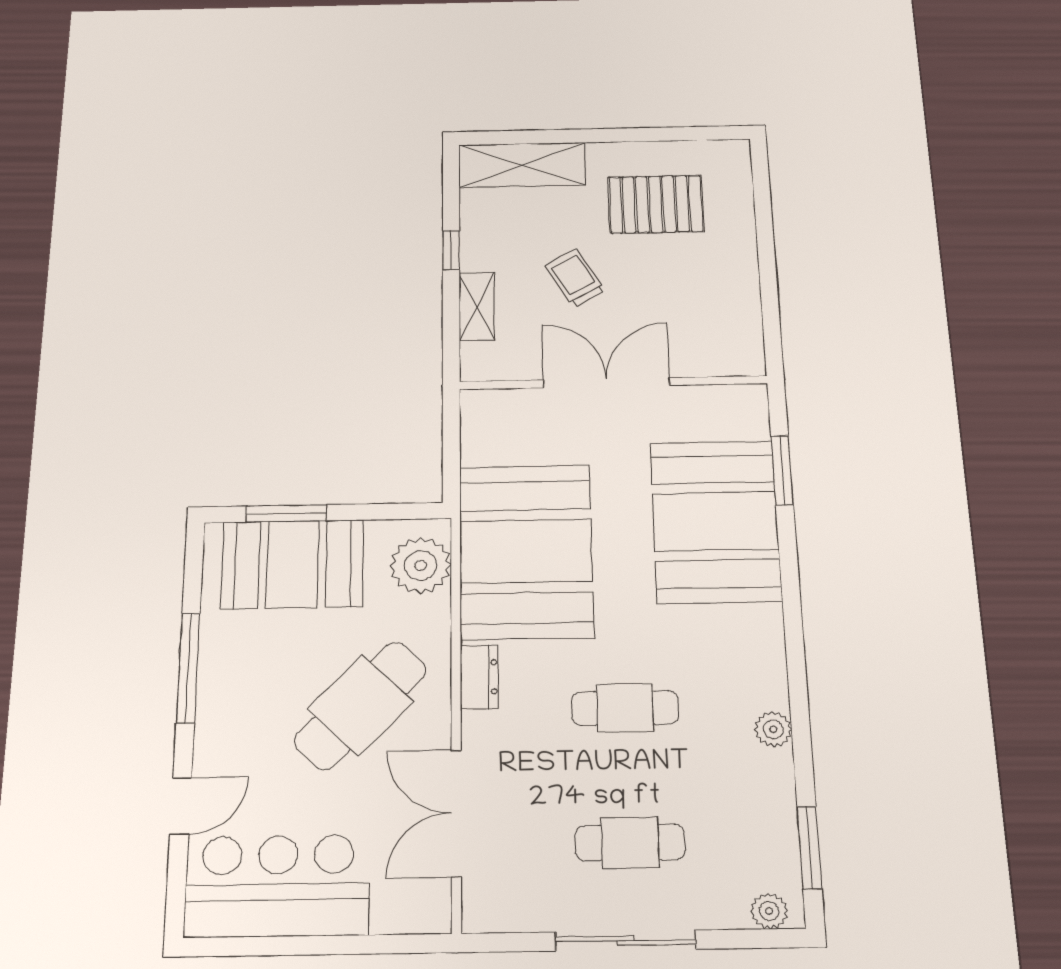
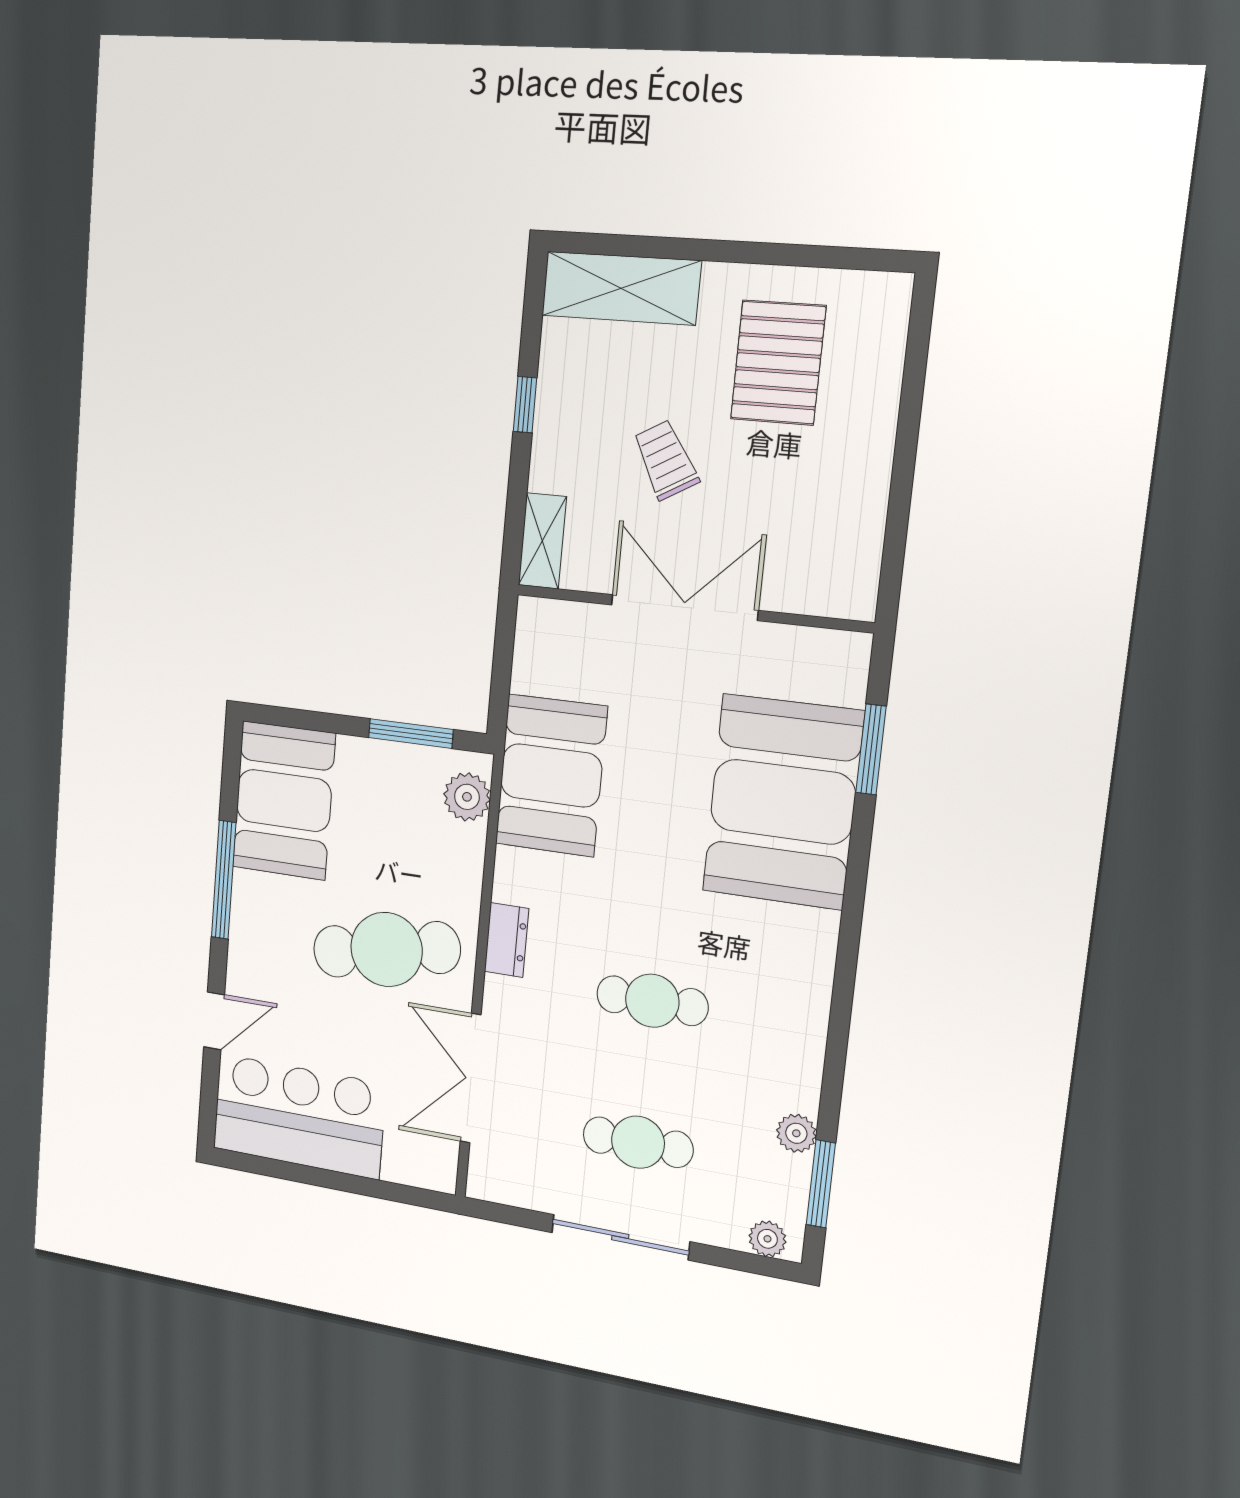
pallet: (656, 204) -> (778, 363), turned 90
shelving: (477, 307) -> (542, 541), moved
window: (286, 513) -> (411, 734), moved
booth: (526, 551) -> (551, 775), width x0.73, depth x0.70
booth: (293, 564) -> (284, 800), moved, turned 90
plant: (421, 565) -> (467, 797), width x0.73, depth x0.73
cafe table: (360, 705) -> (386, 949), turned 35
plant: (773, 729) -> (796, 1133), moved

